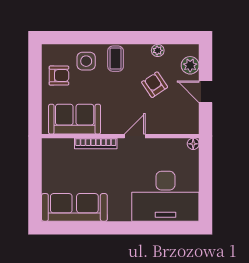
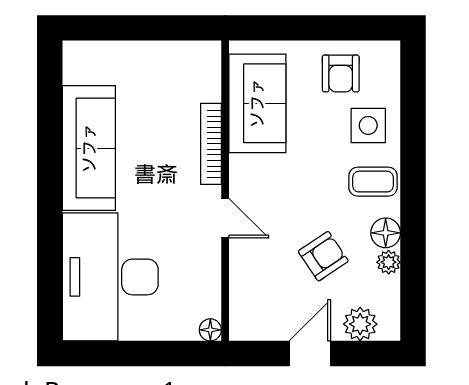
floor lamp: (142, 52) -> (386, 233), added
sofa: (74, 207) -> (89, 148), moved

